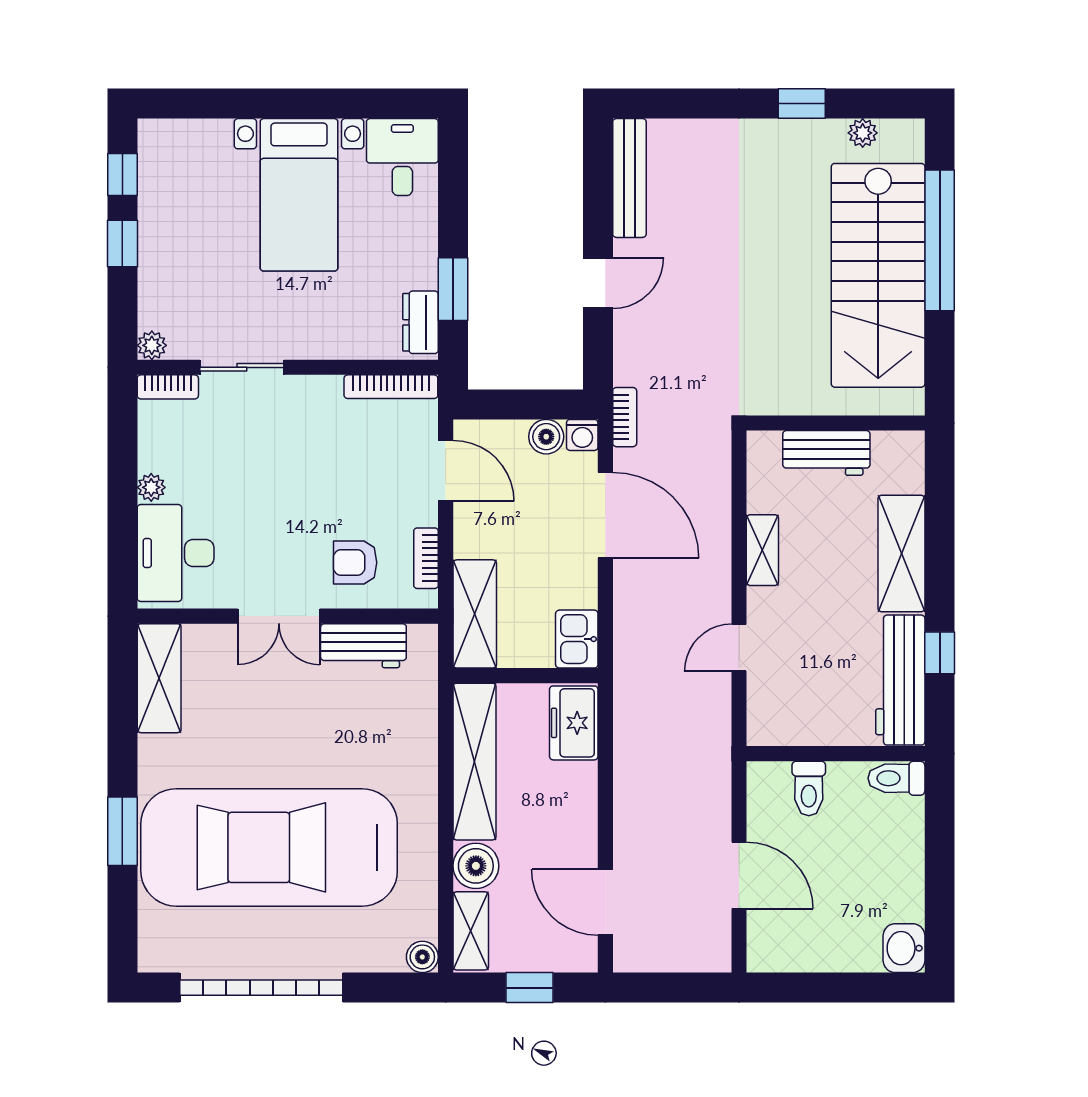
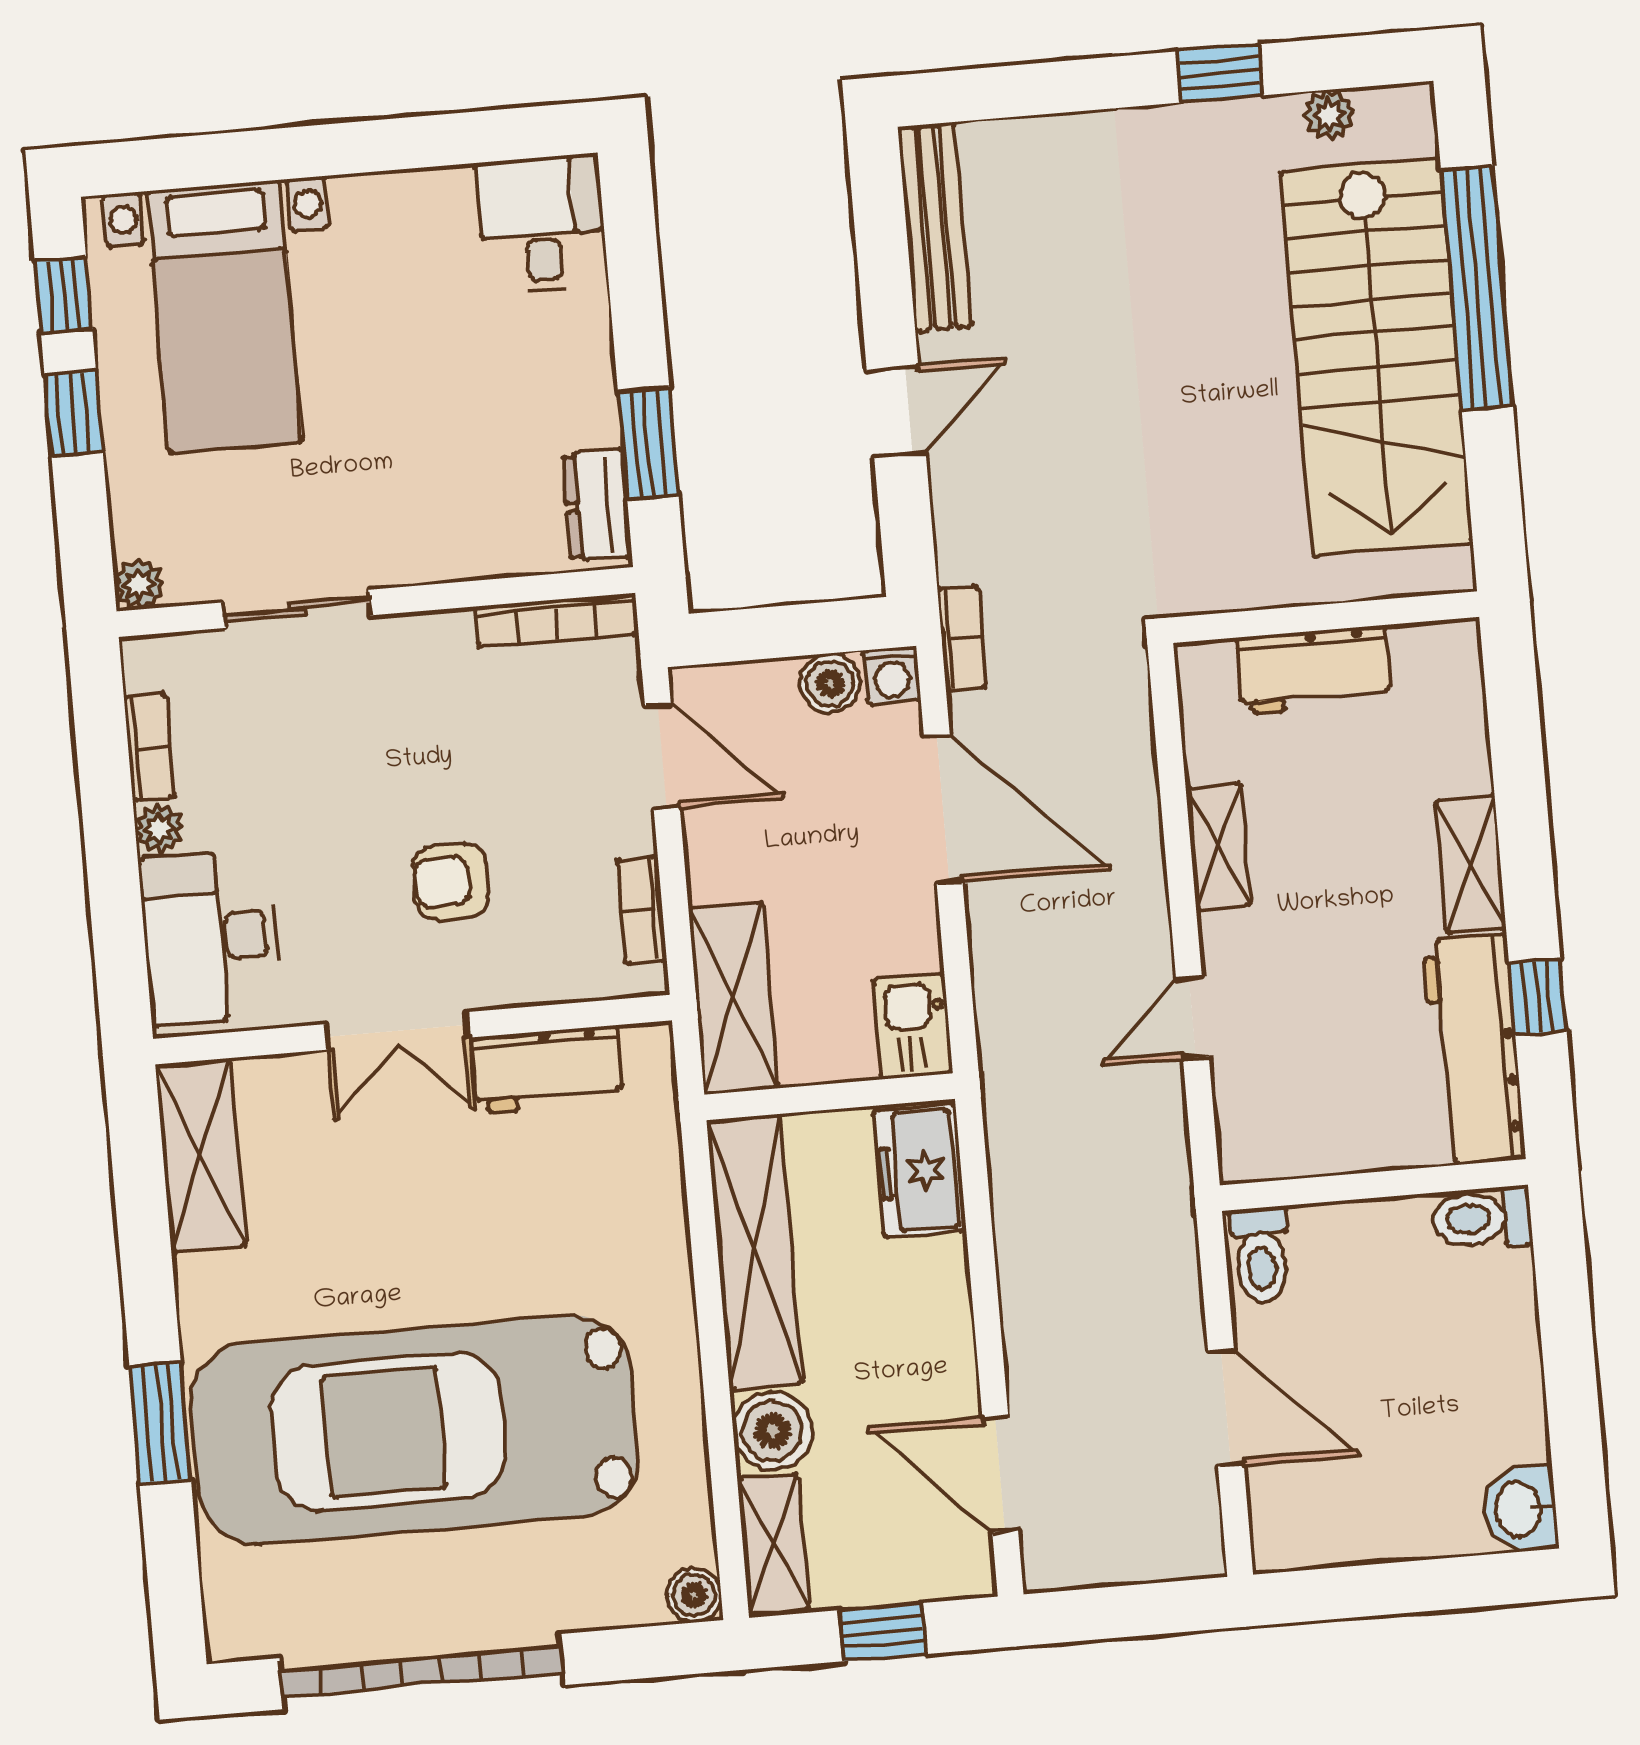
bed with nightstands: (299, 195) -> (225, 317), moved
bookcase: (168, 387) -> (149, 747), moved, turned -90
shelving: (901, 554) -> (1470, 864), width x0.67, depth x0.75
armchair: (355, 563) -> (451, 882), moved
toilet: (809, 788) -> (1261, 1255), moved

